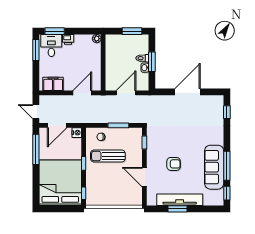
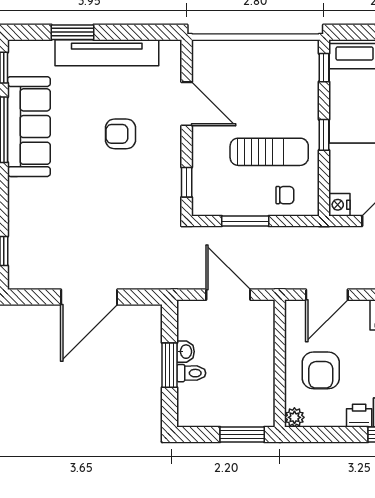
window: (132, 31) -> (242, 434), moved
armchair: (85, 59) -> (321, 370), added
door: (126, 93) -> (228, 295), swing flipped
window: (177, 209) -> (72, 32), moved

